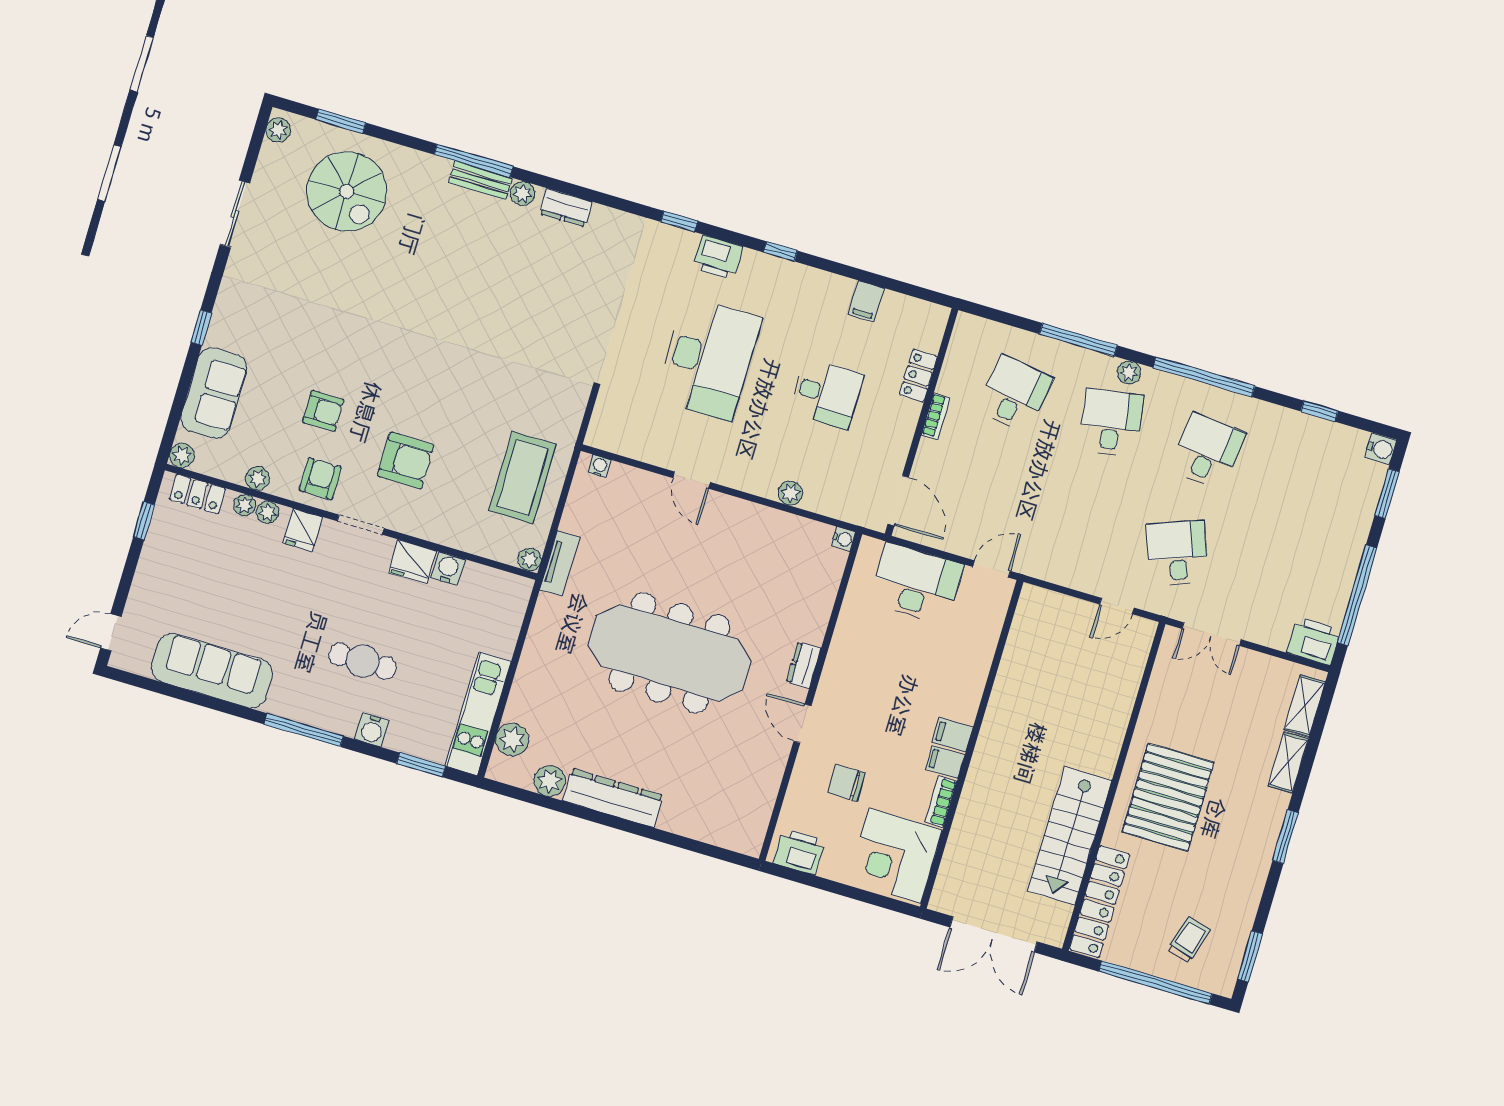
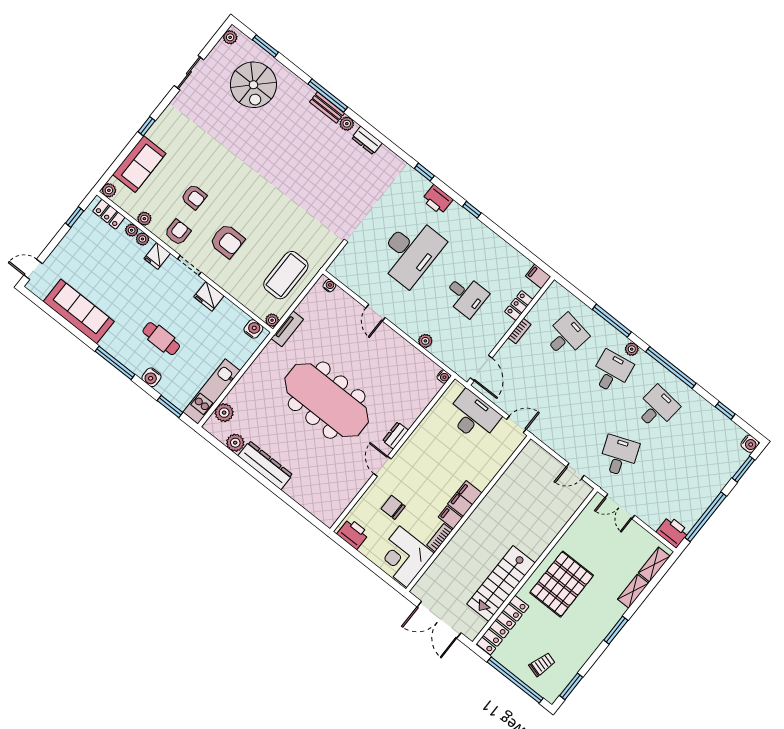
filing cabinet: (866, 301) -> (538, 276), moved, turned 90
water cooler: (448, 569) -> (253, 329), moved
filing cabinet: (953, 735) -> (465, 499), width x2.00

